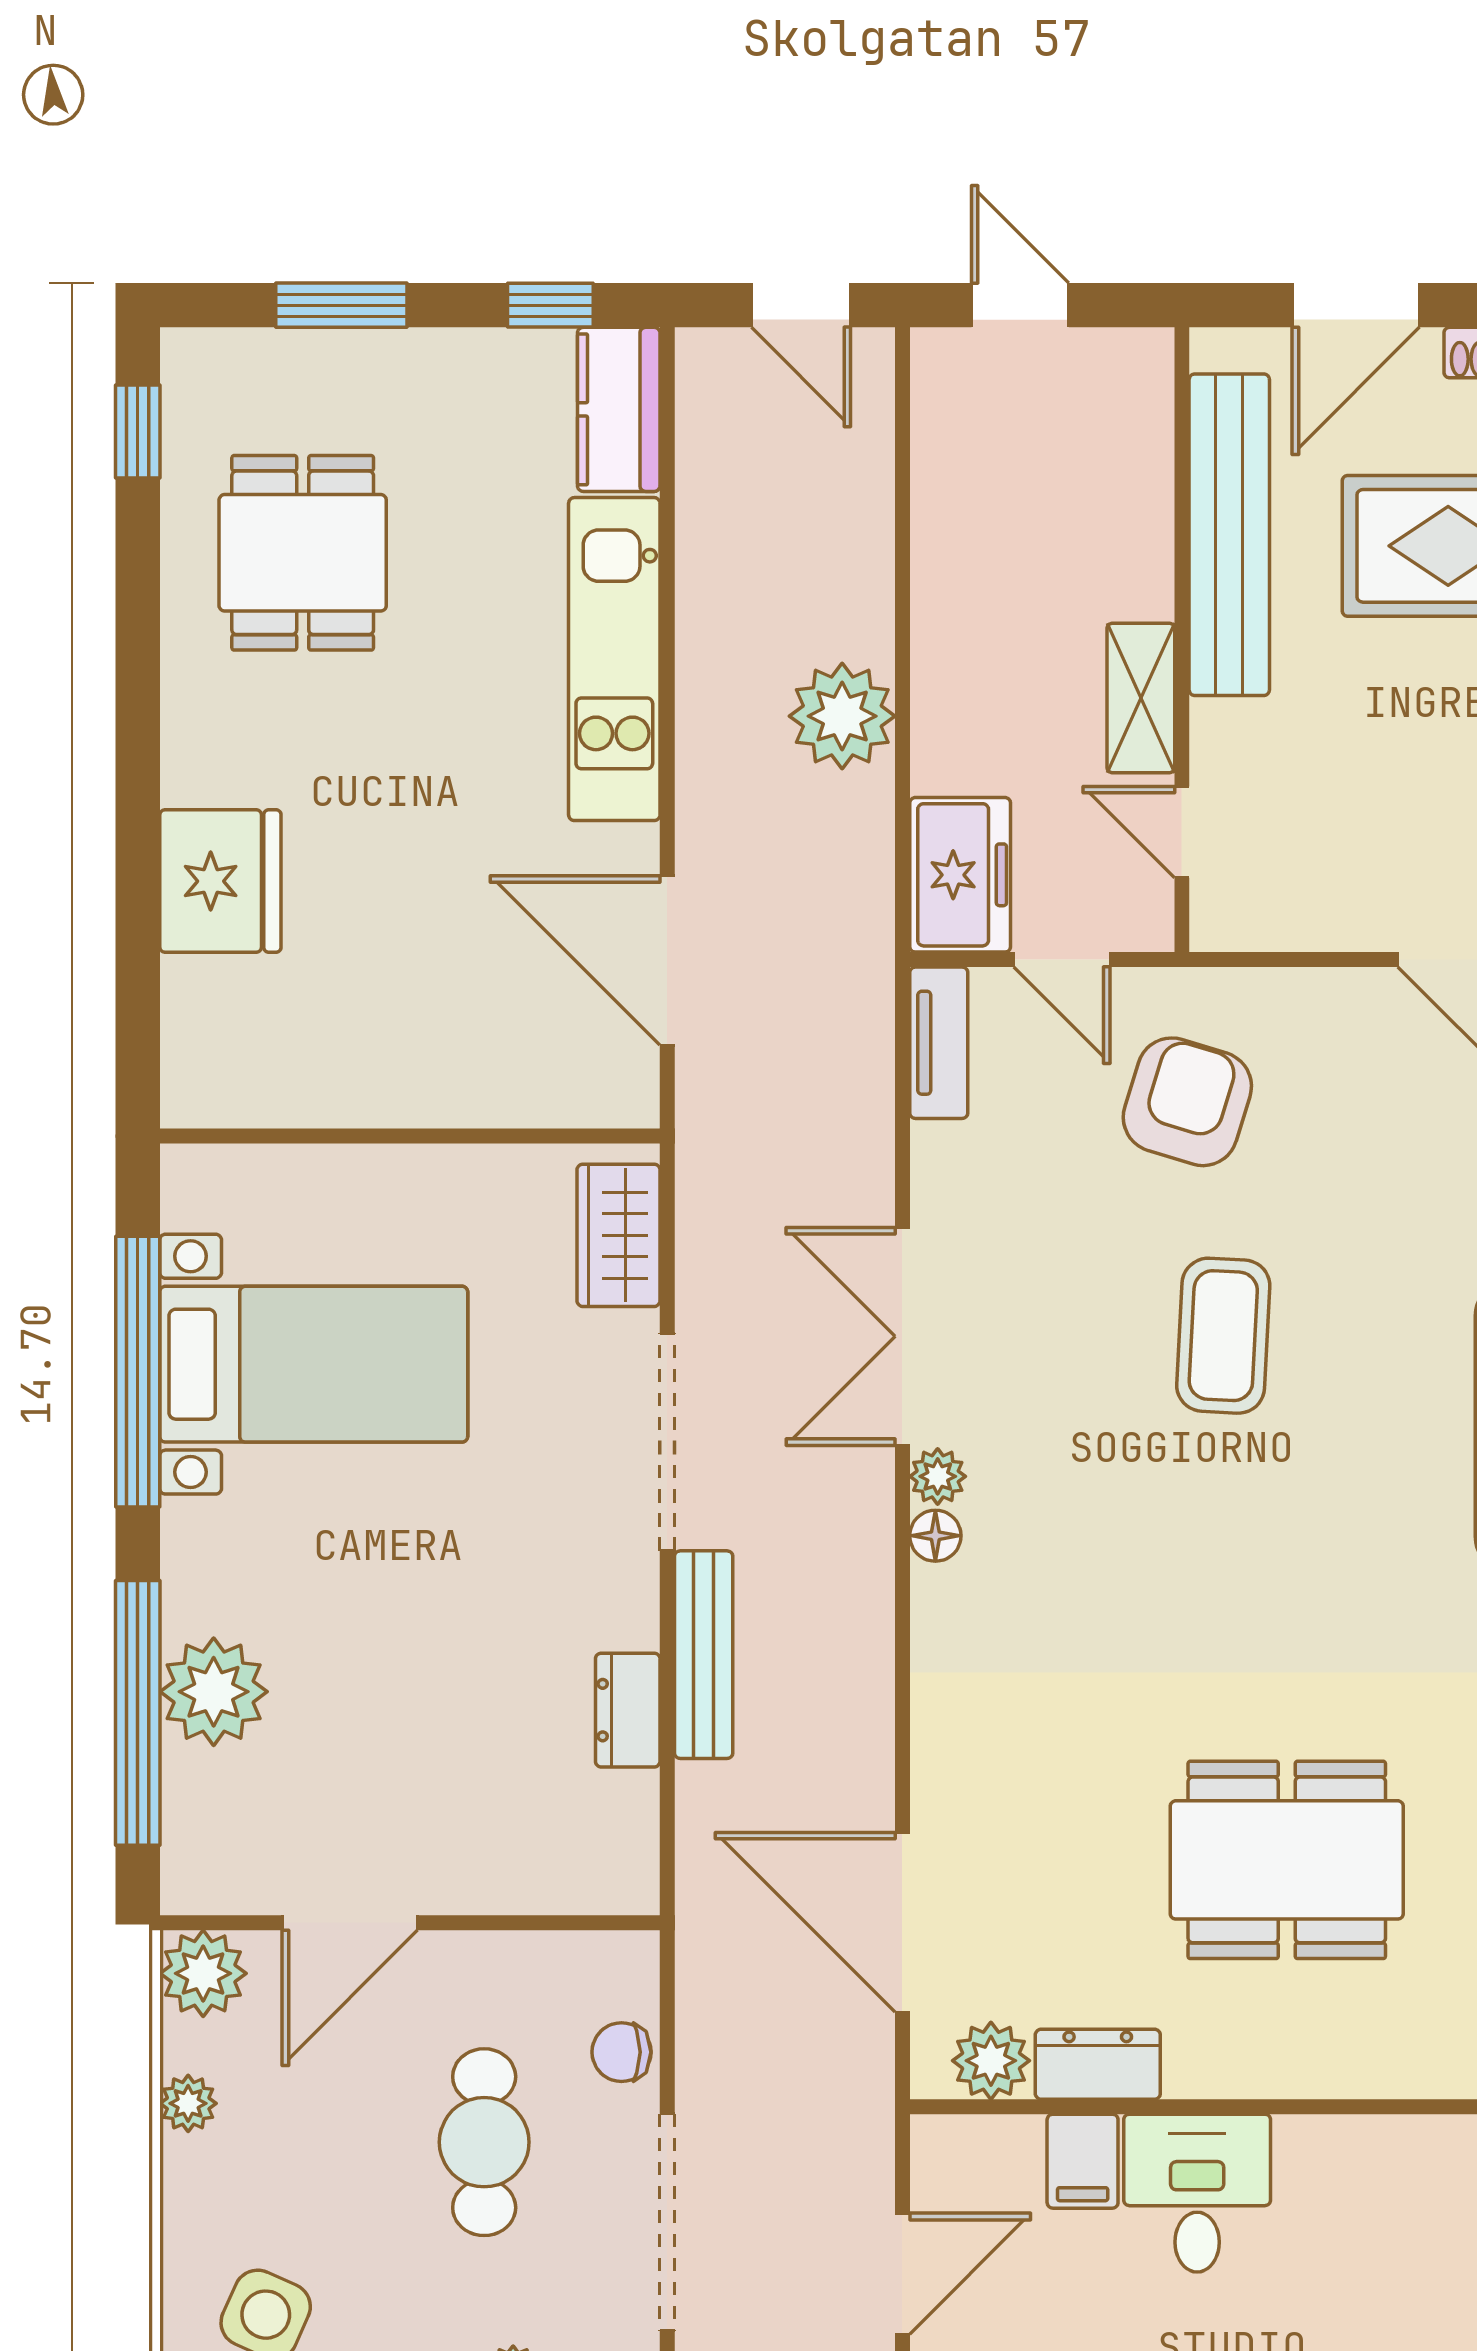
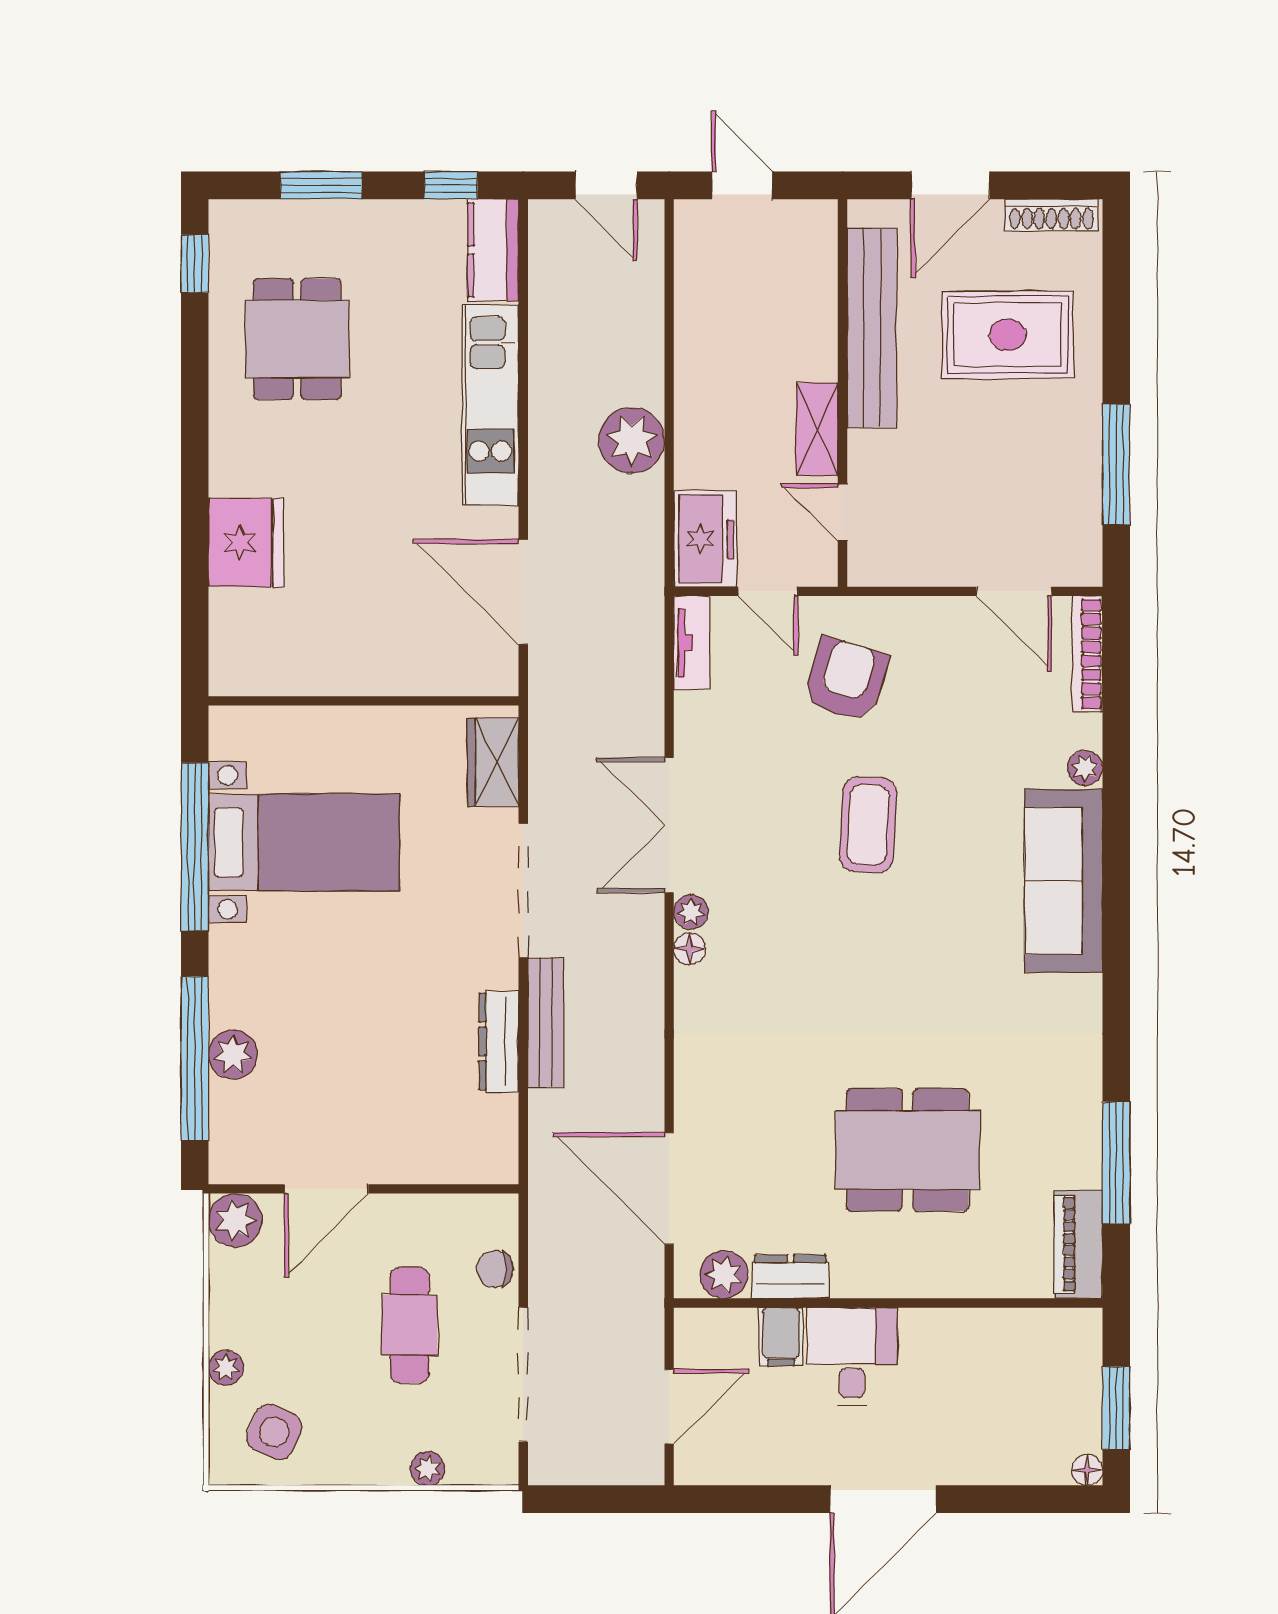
plant: (214, 1692) -> (233, 1054), width x0.73, depth x0.73
dresser: (628, 1710) -> (499, 1041), width x1.44
plant: (188, 2103) -> (226, 1368), moved

